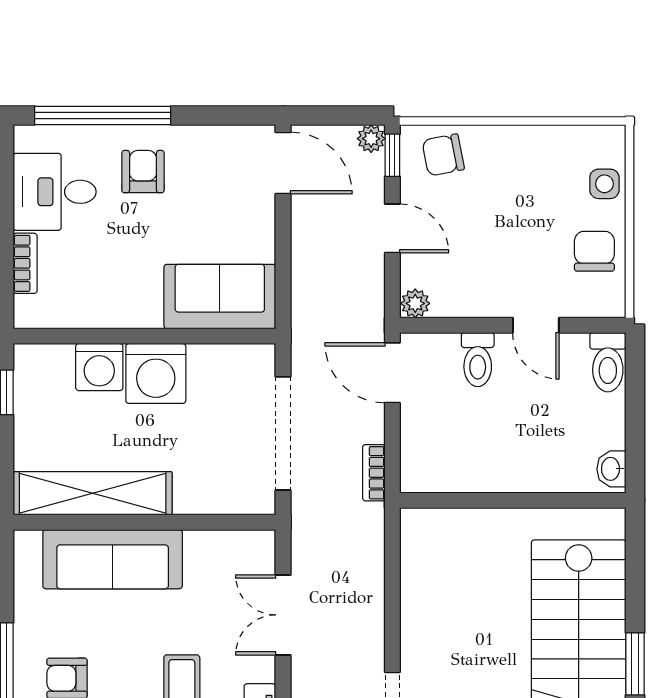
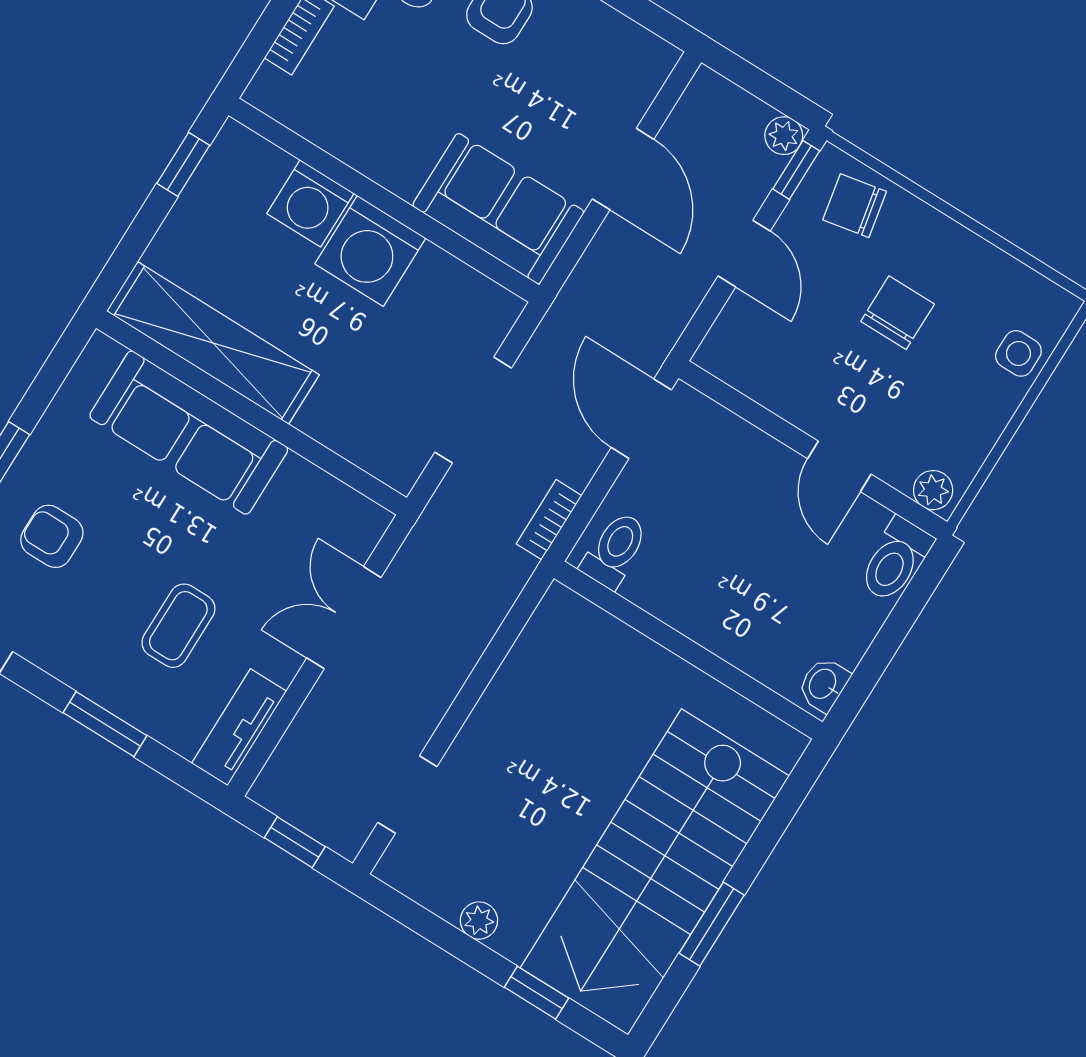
door: (283, 163) -> (623, 169), moved
chair: (594, 251) -> (898, 313), moved
plant: (415, 303) -> (933, 490), moved
toilet: (478, 360) -> (615, 550), moved, turned 180
doorway: (283, 433) -> (473, 410), width x0.73

